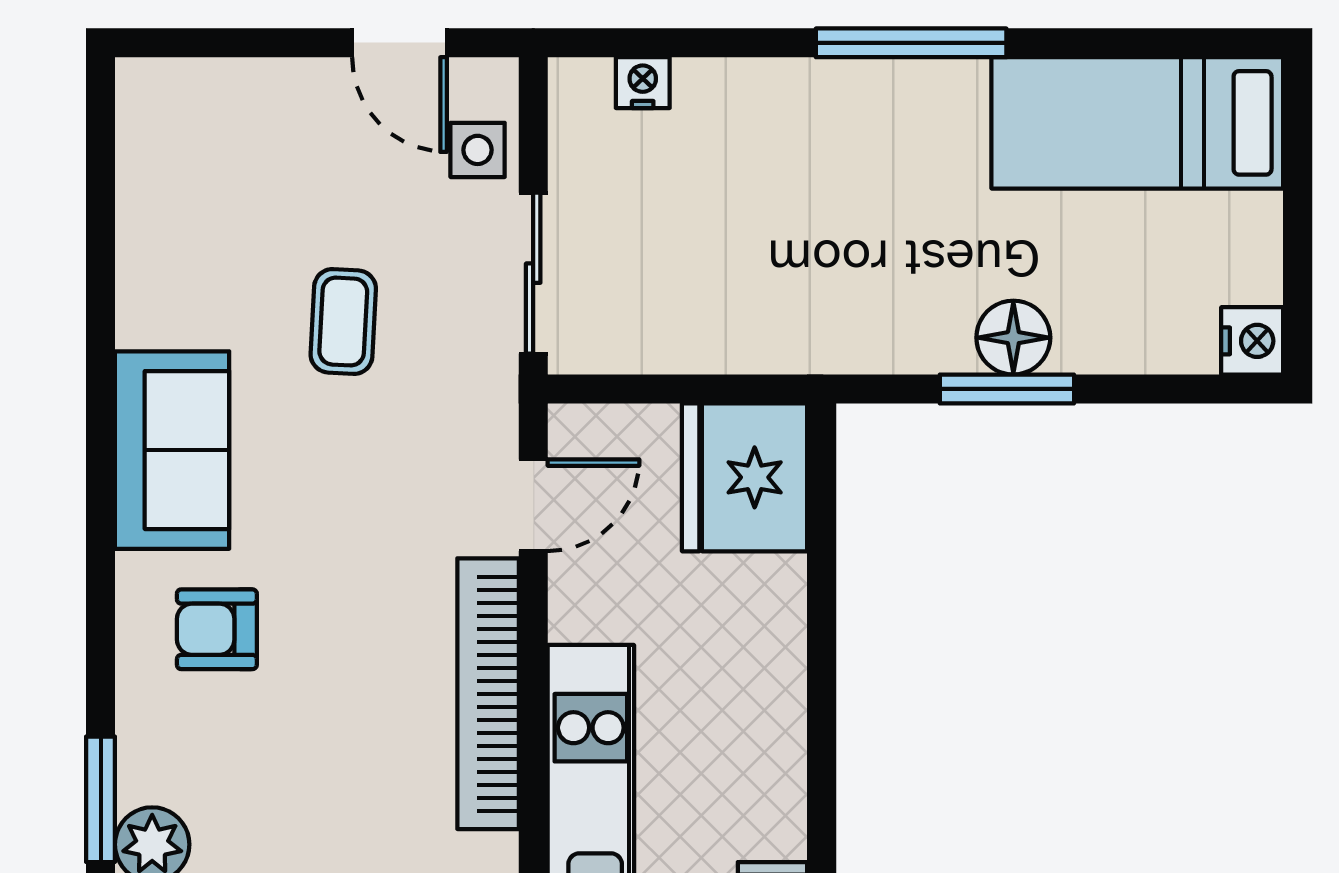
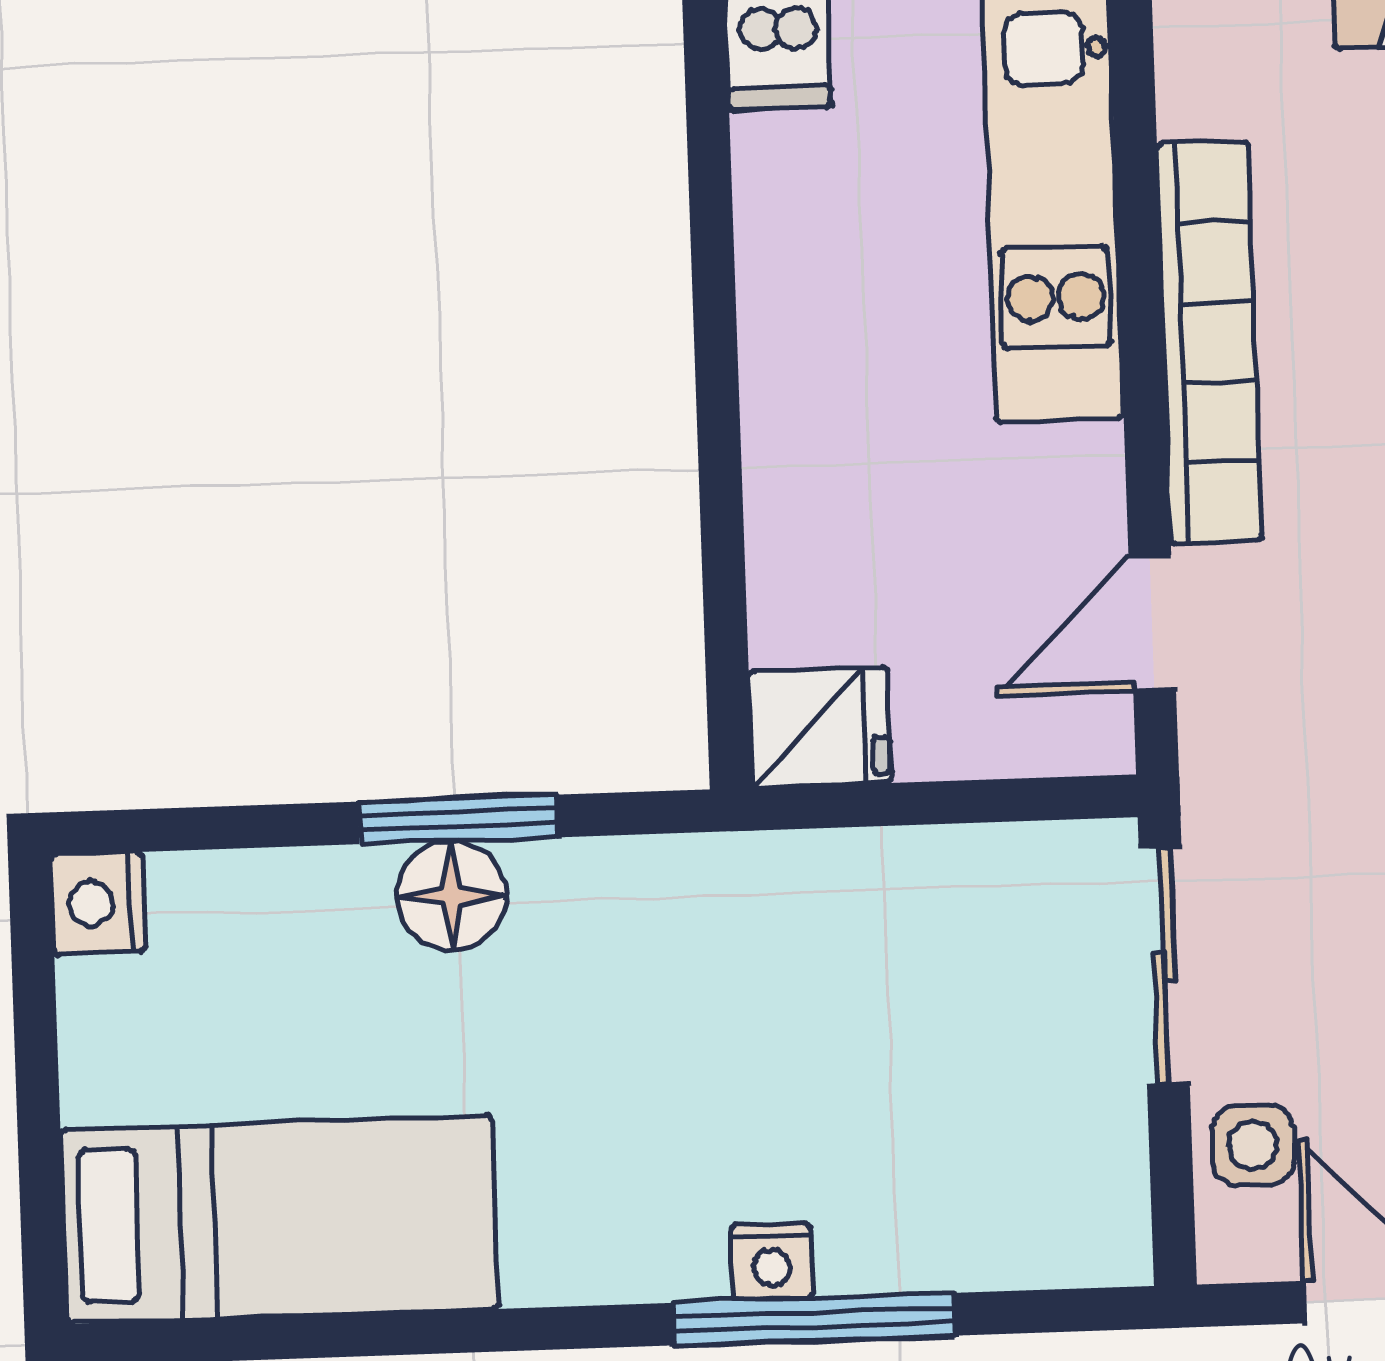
window: (911, 43) -> (814, 1319), moved
nightstand: (643, 83) -> (772, 1262), moved
fridge: (745, 477) -> (820, 727), width x0.53, depth x0.75

